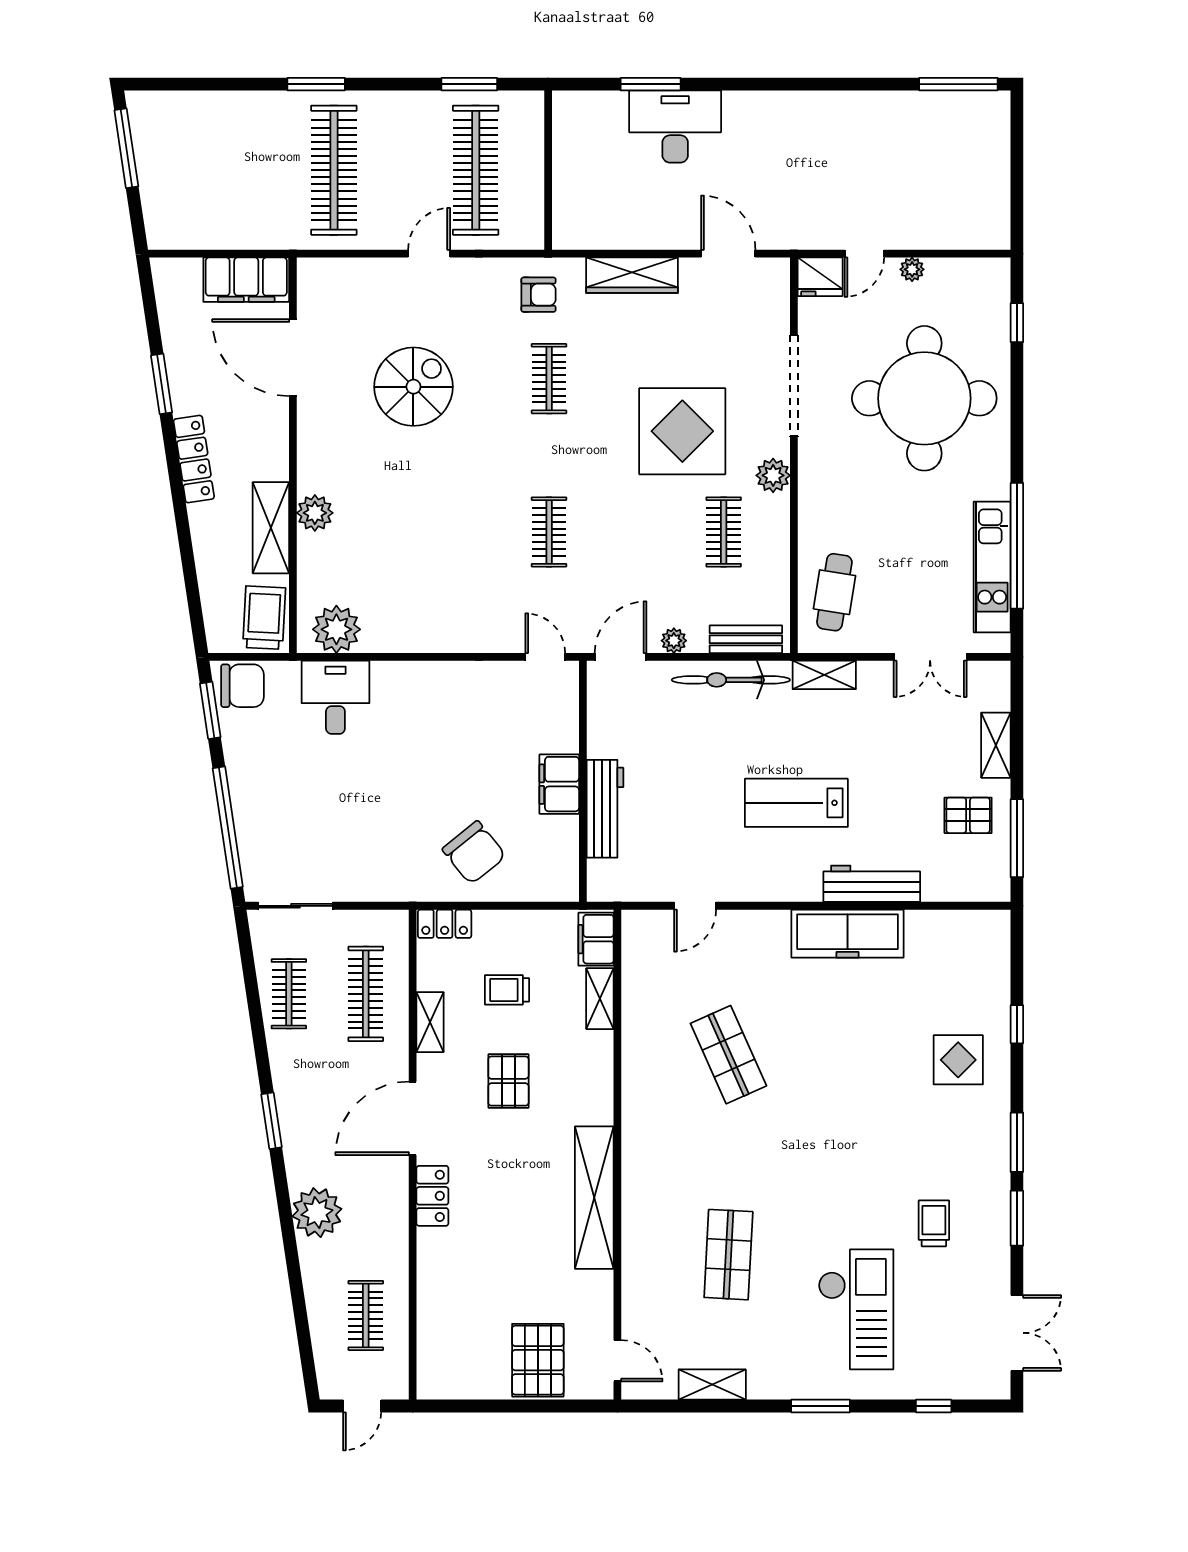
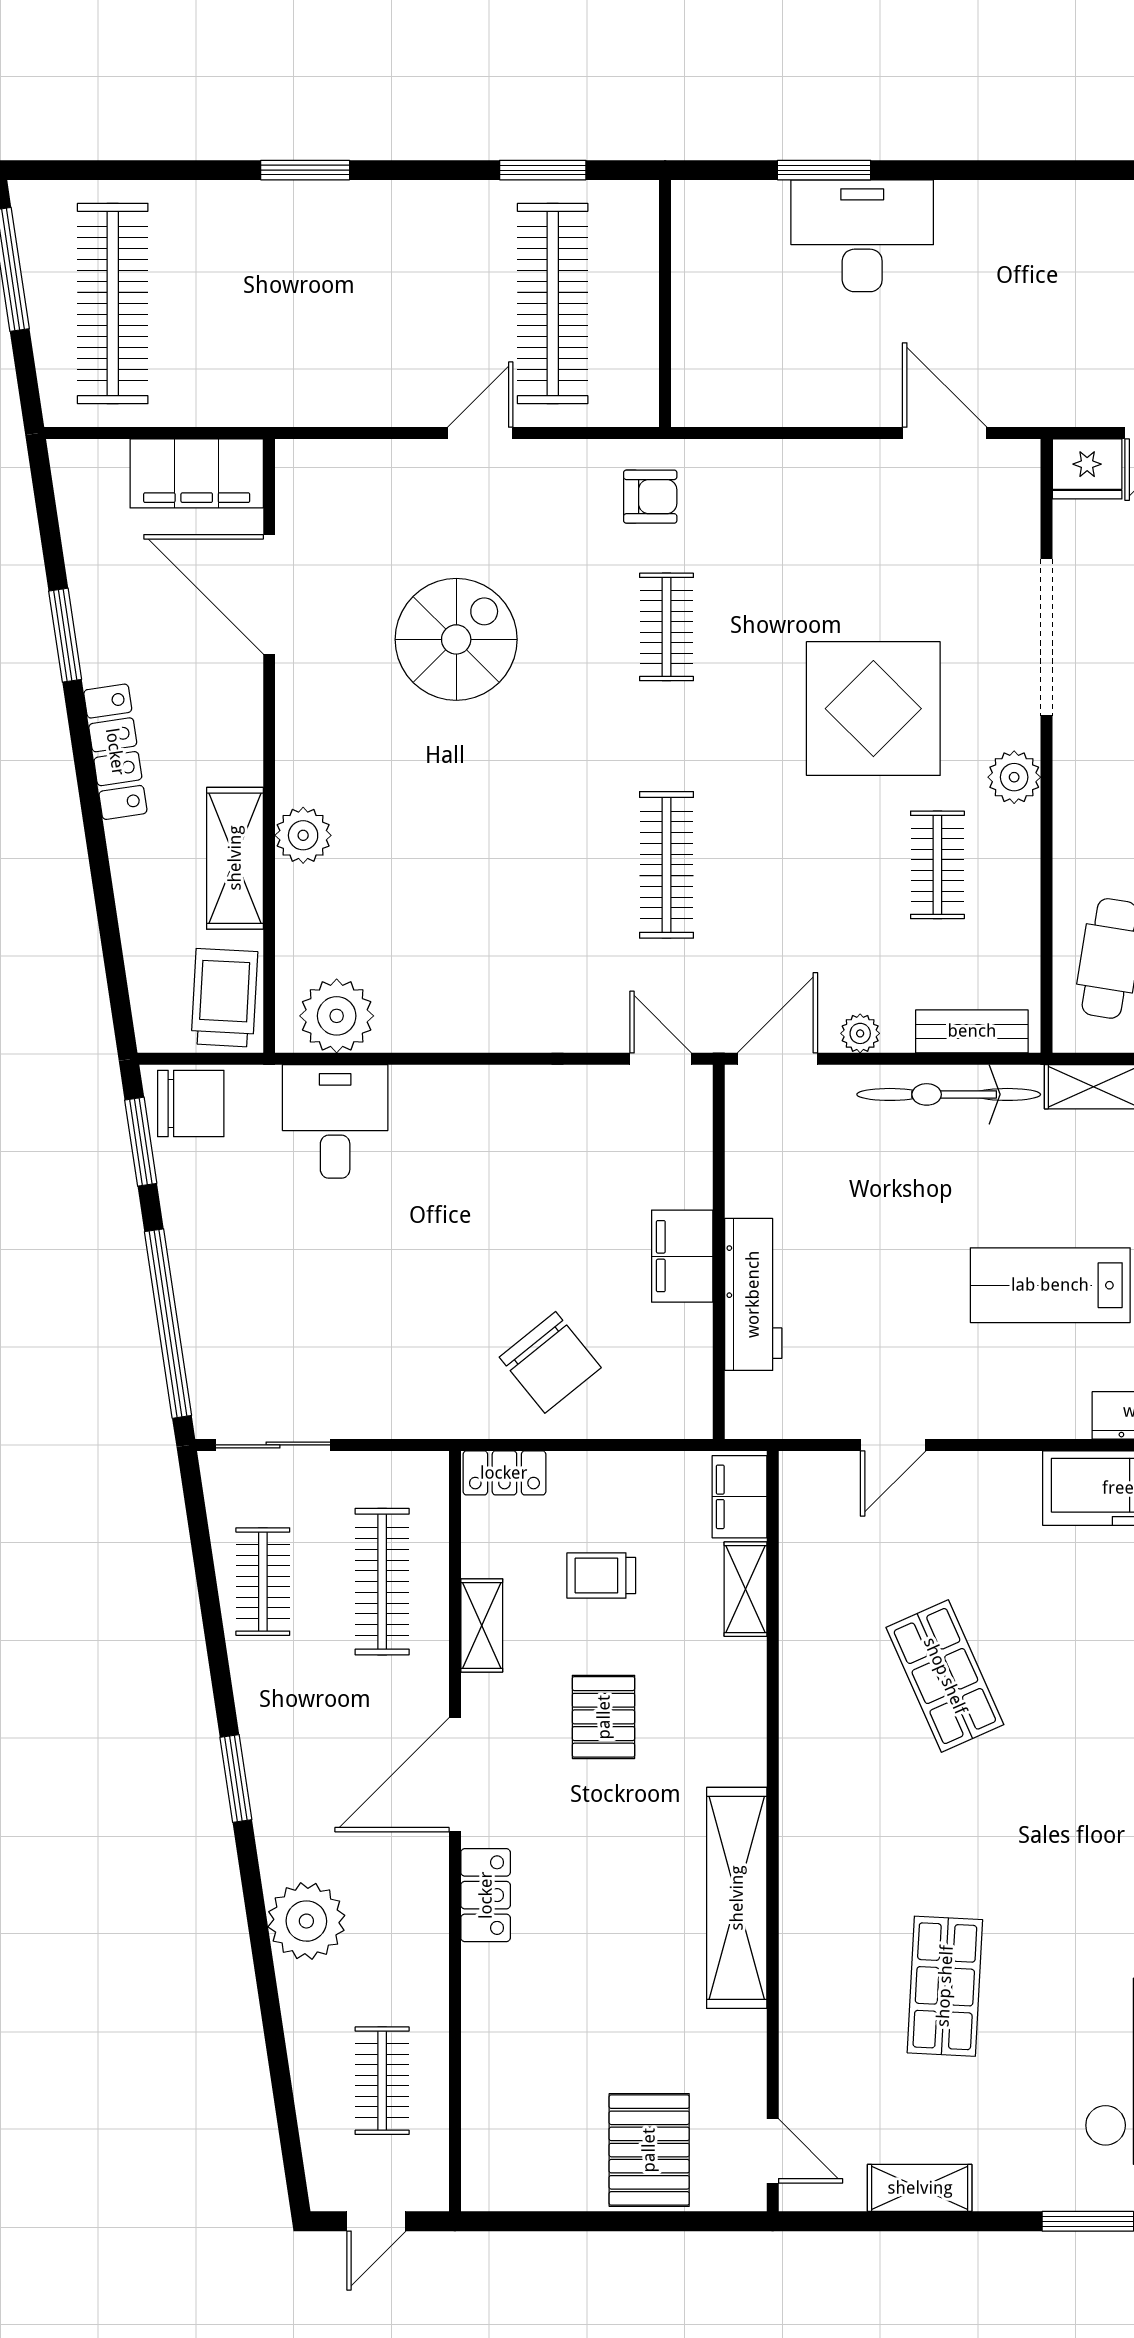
clothes rail: (334, 170) -> (113, 303), moved
wardrobe: (632, 275) -> (795, 466), removed
clothes rail: (549, 532) -> (666, 865), width x1.36

